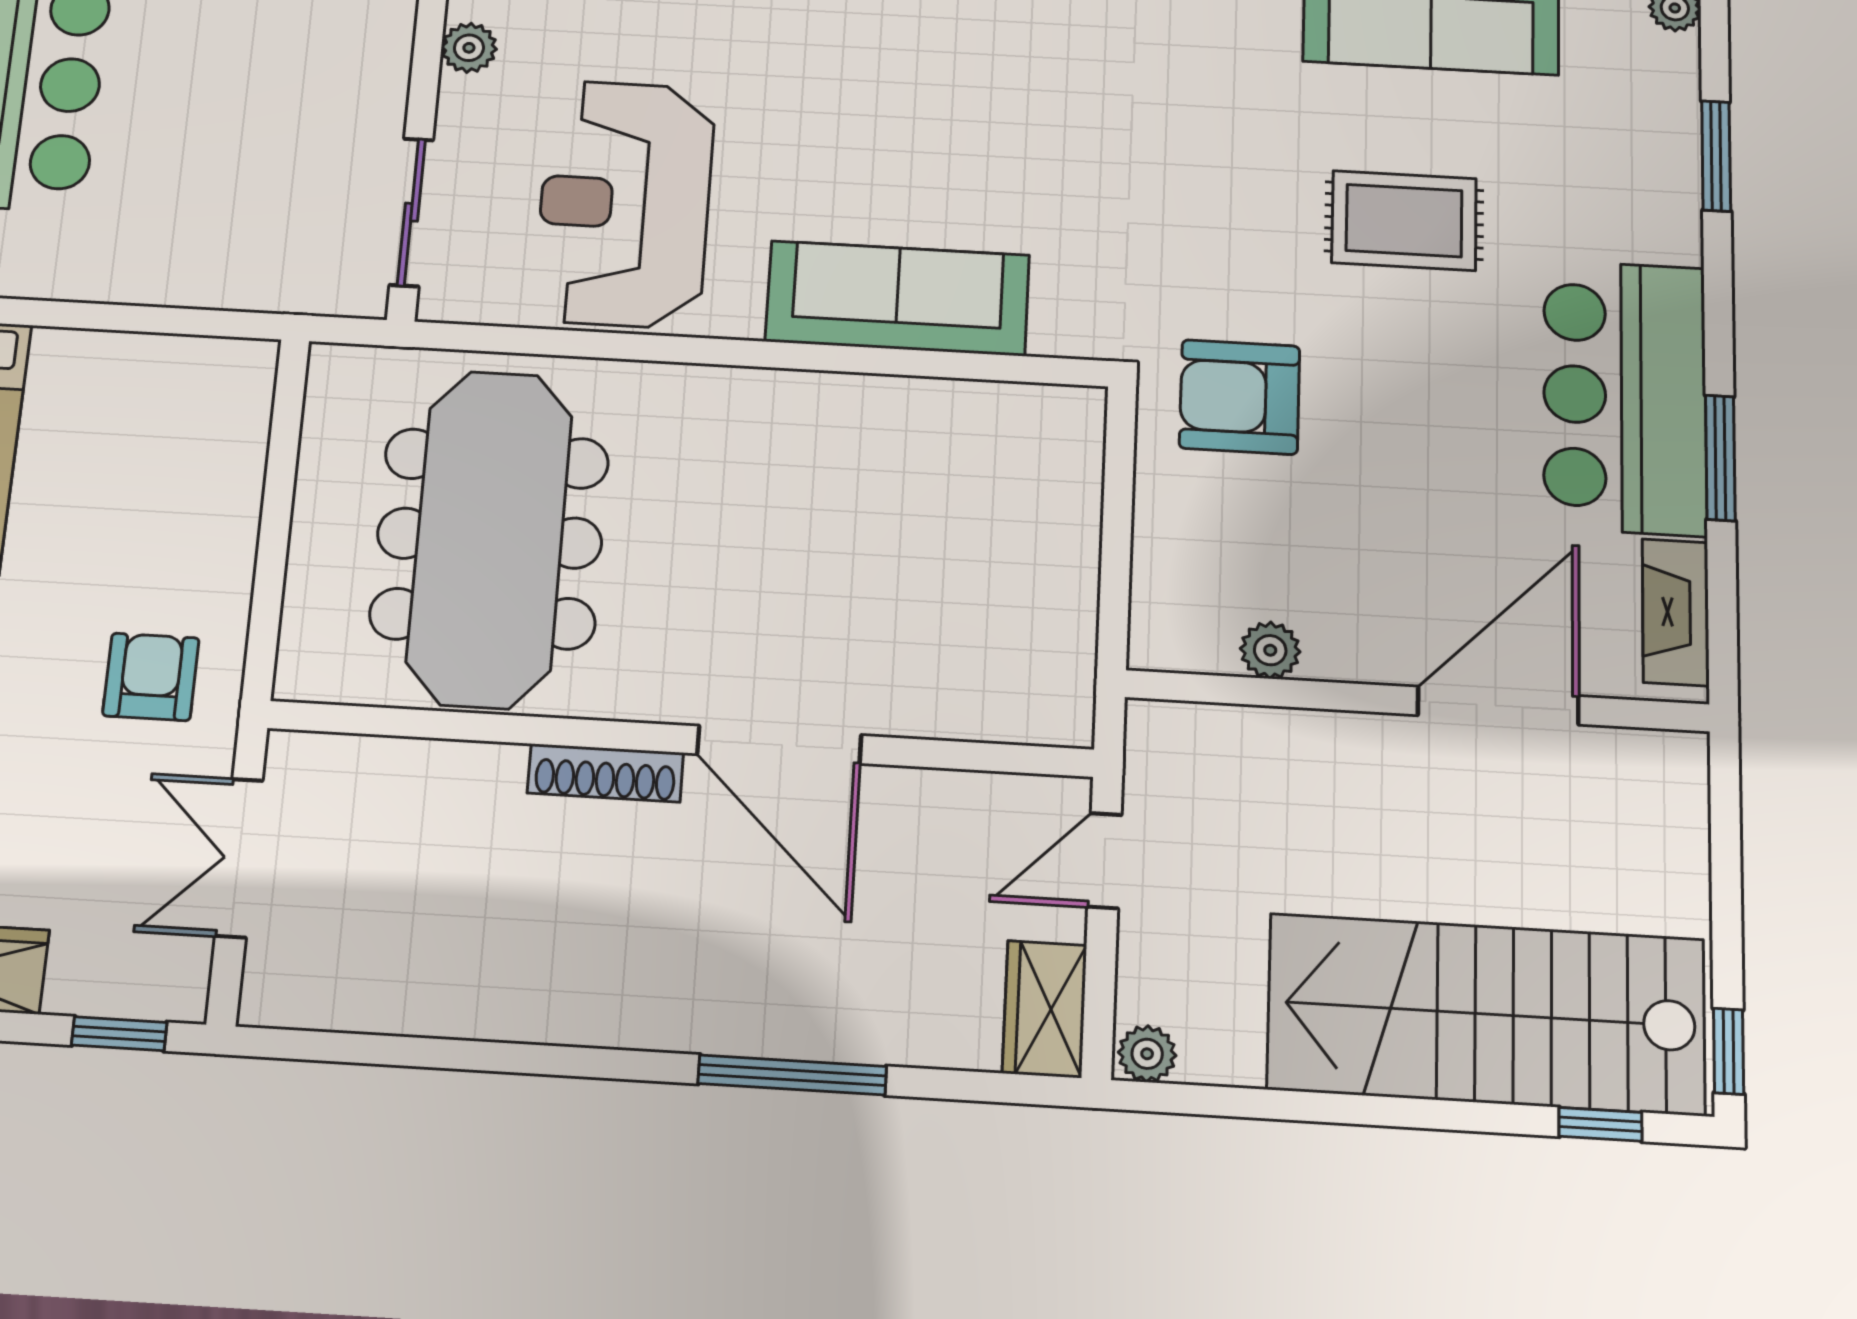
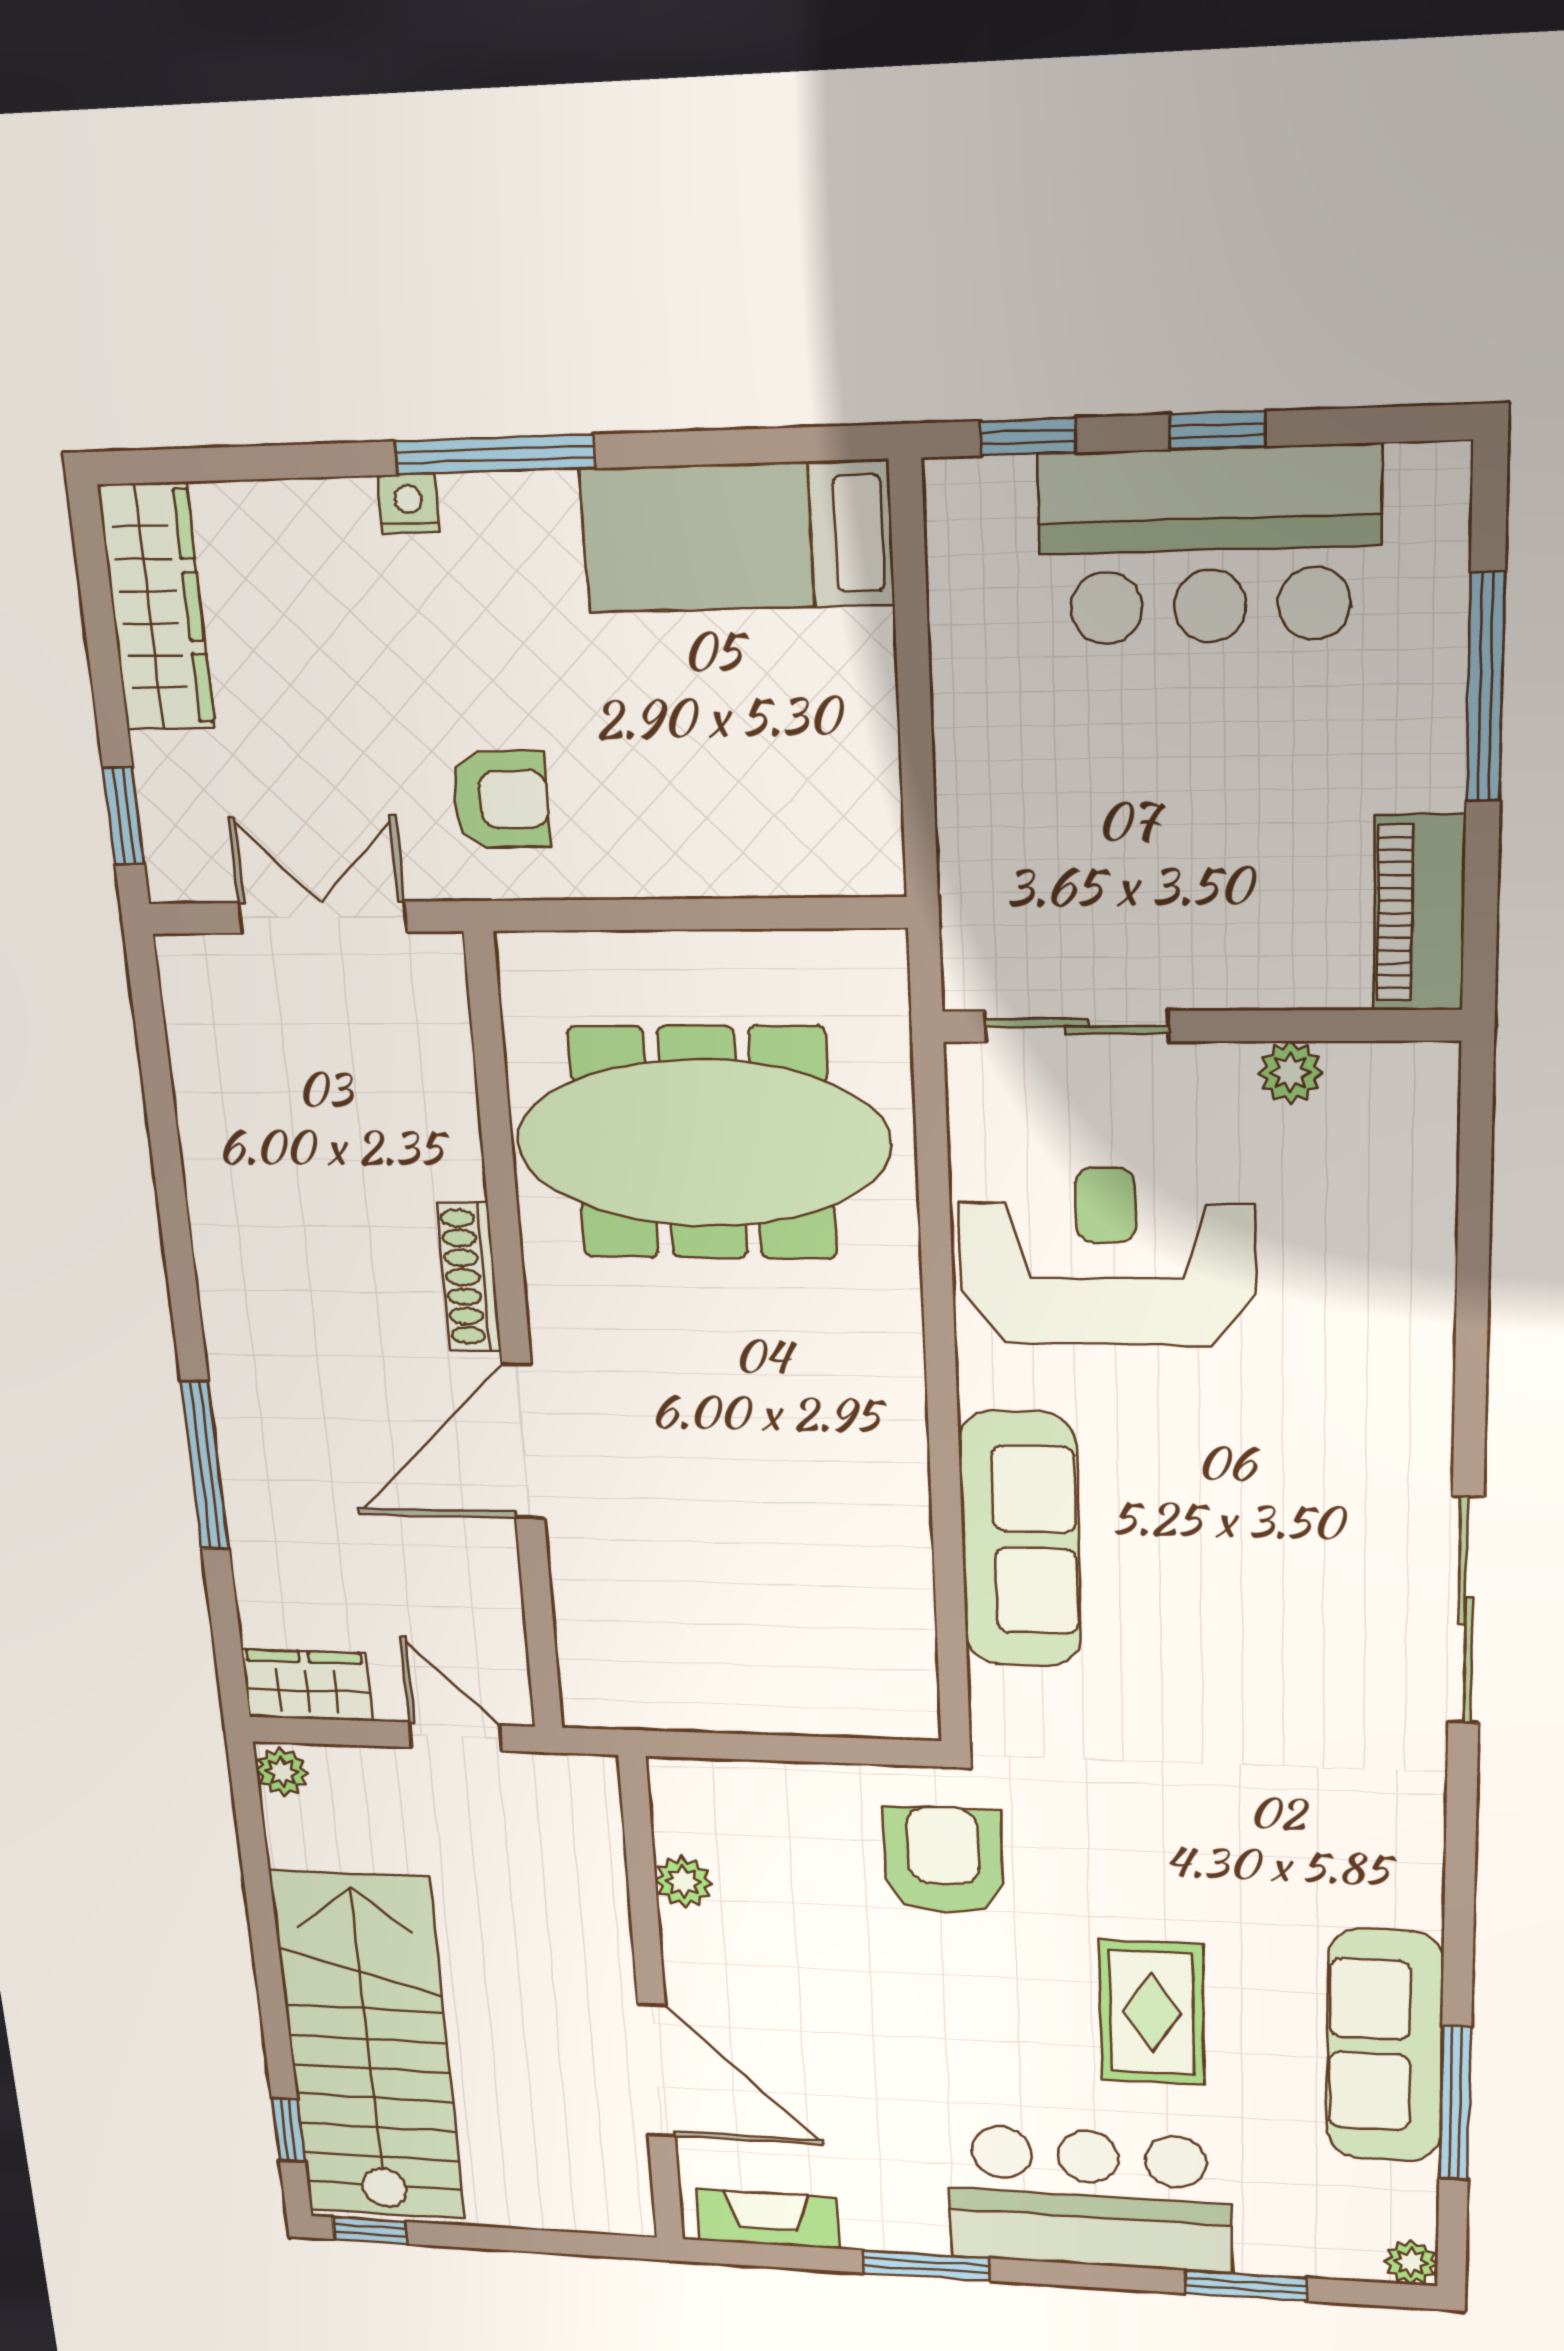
bar counter: (1625, 397) -> (1089, 2198), moved

